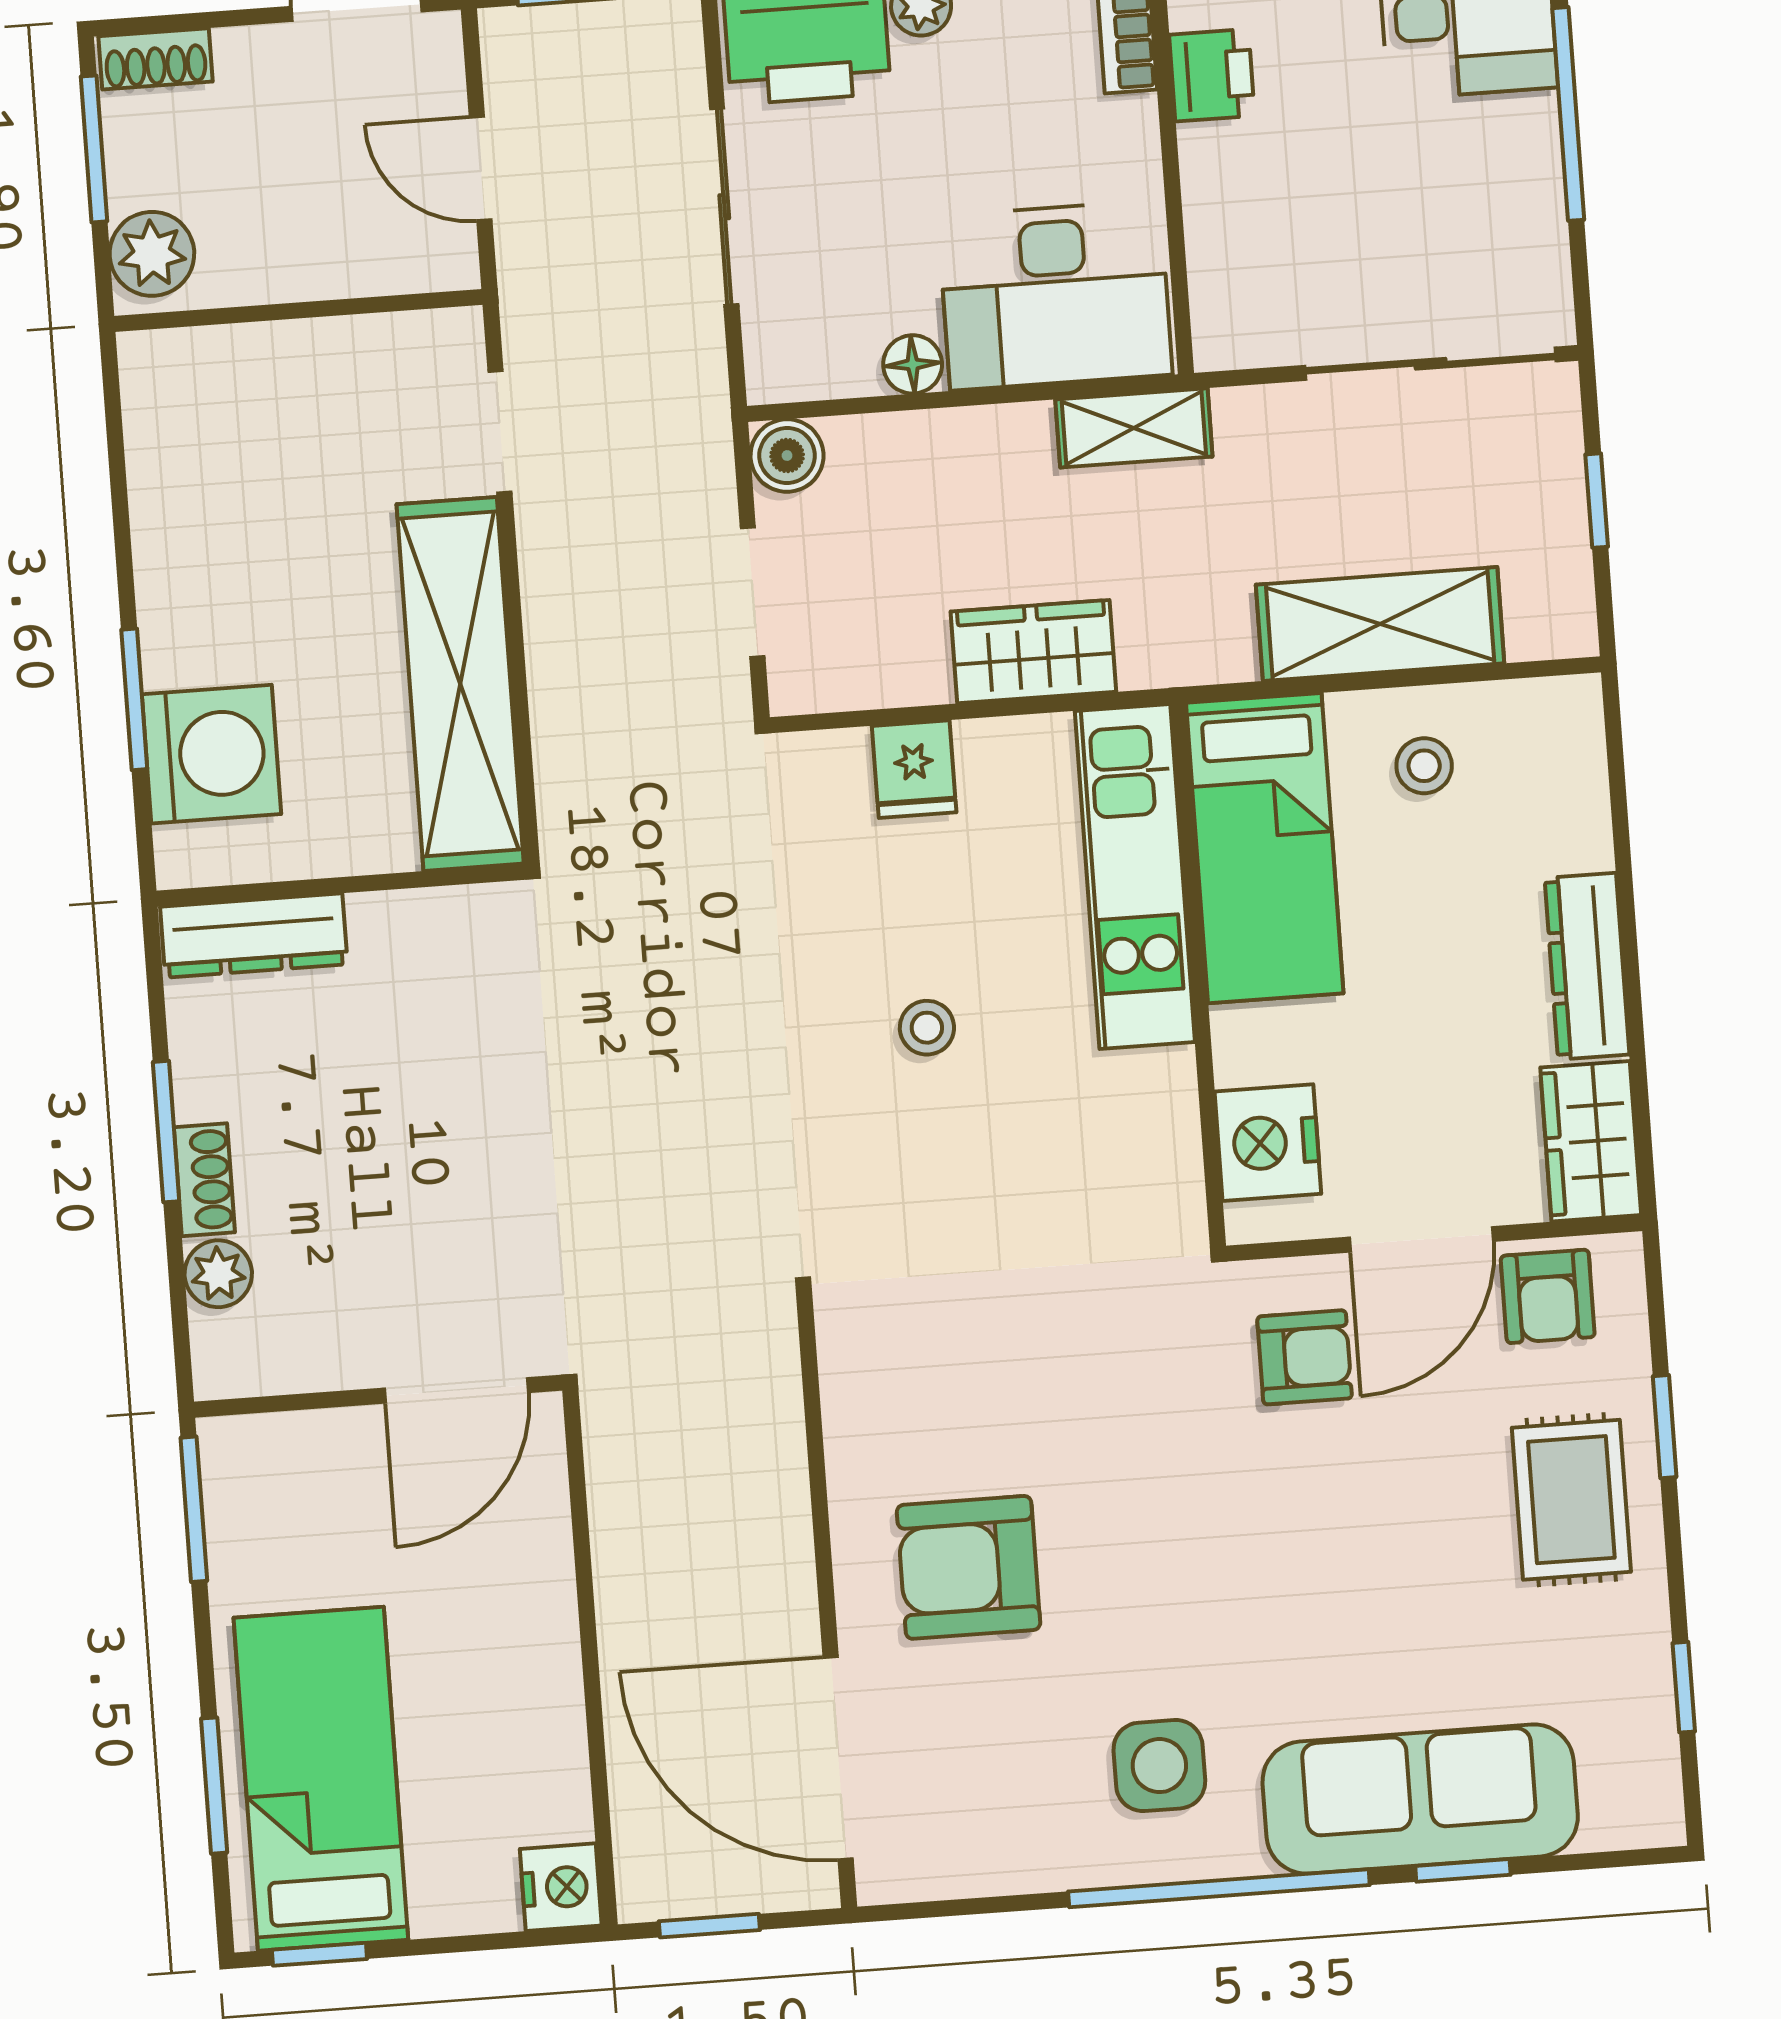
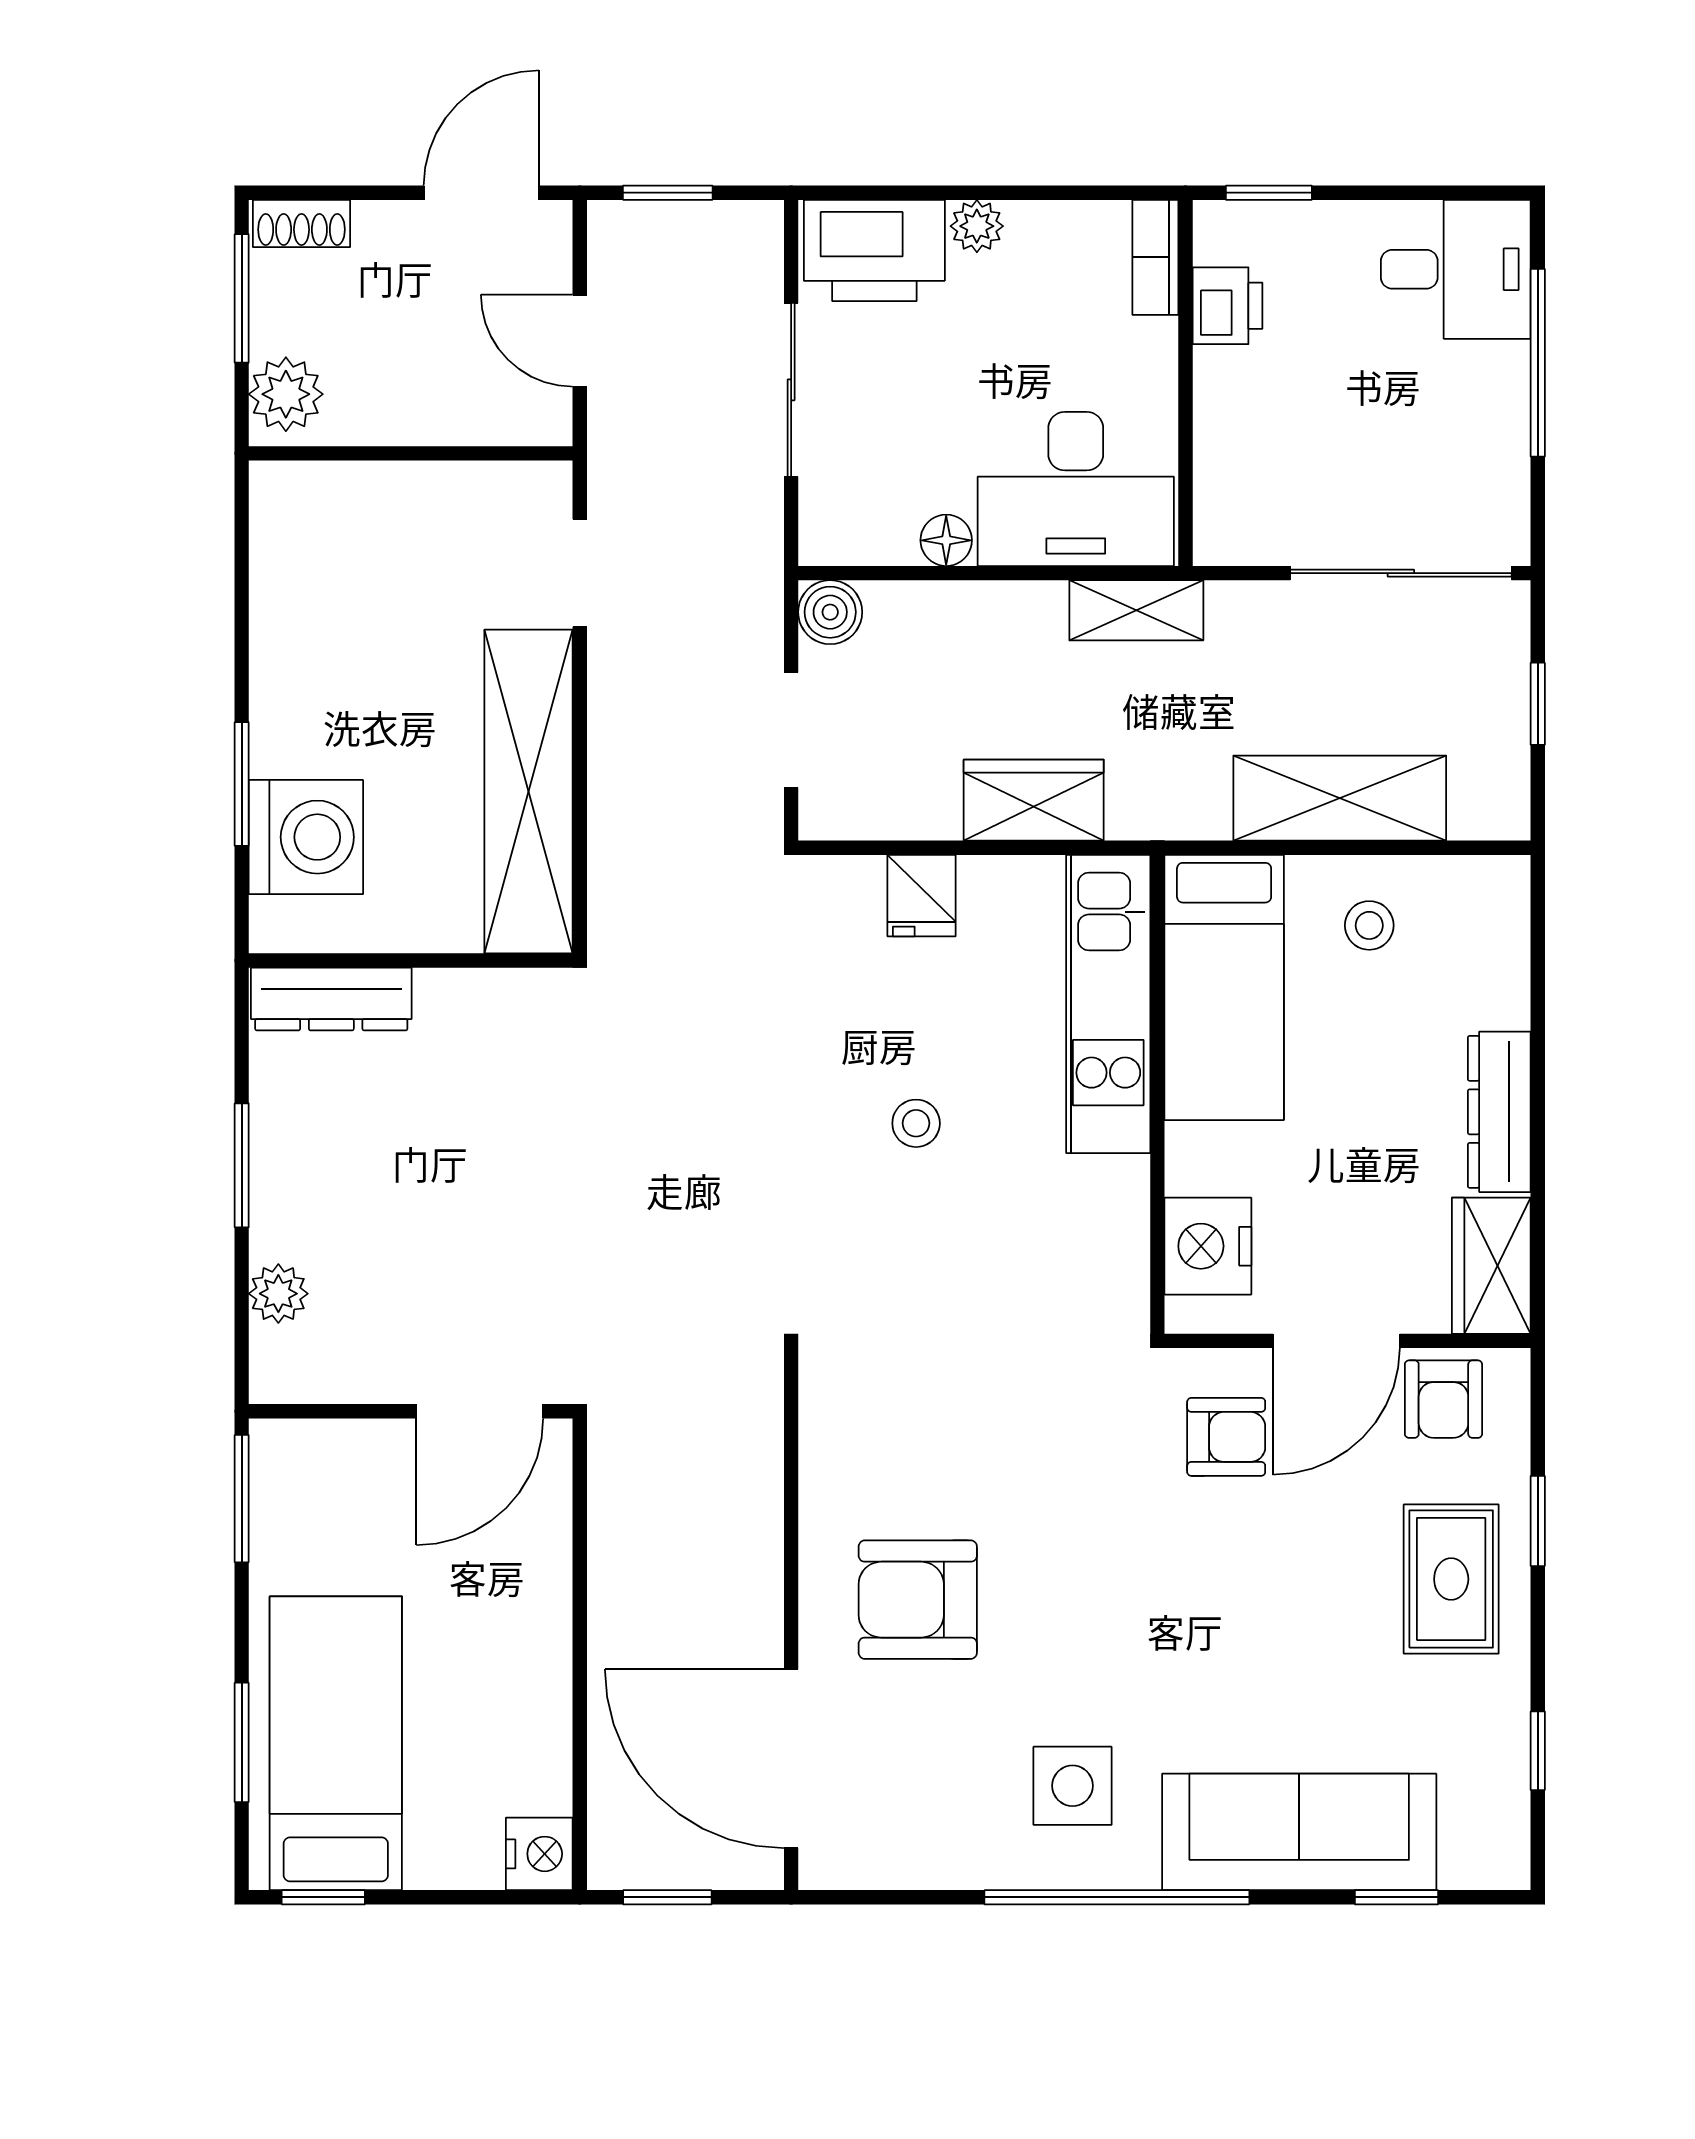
shoe rack: (204, 1180) -> (272, 1210), removed
window: (1463, 1870) -> (1396, 1897), moved

